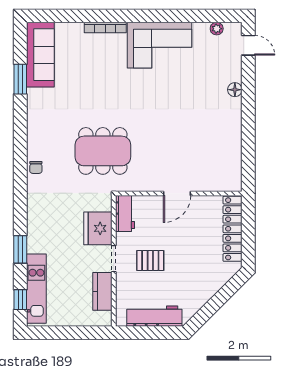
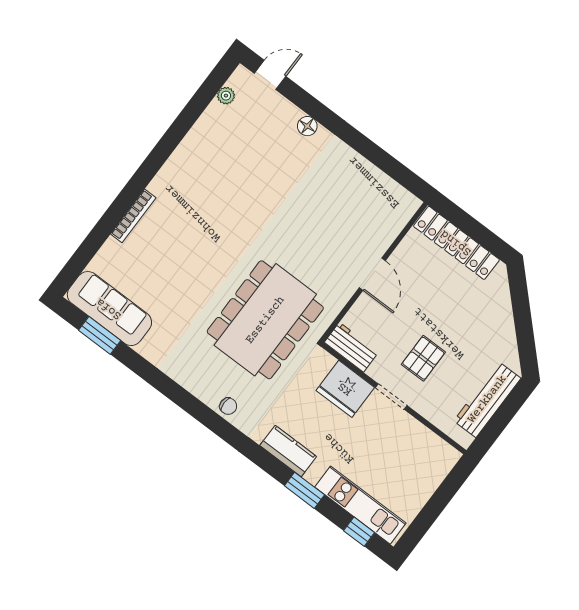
corner sofa: (159, 45) -> (197, 171), removed
window: (20, 79) -> (100, 335), moved
dining table: (103, 151) -> (265, 320), width x1.36, depth x1.24
kitchen counter: (102, 291) -> (288, 451), moved, turned 180

